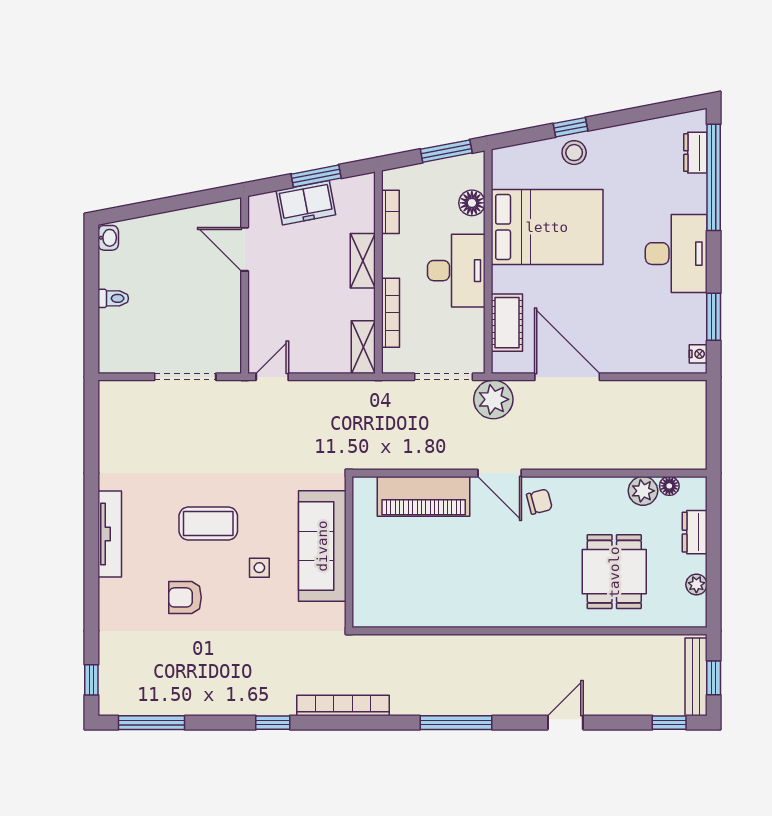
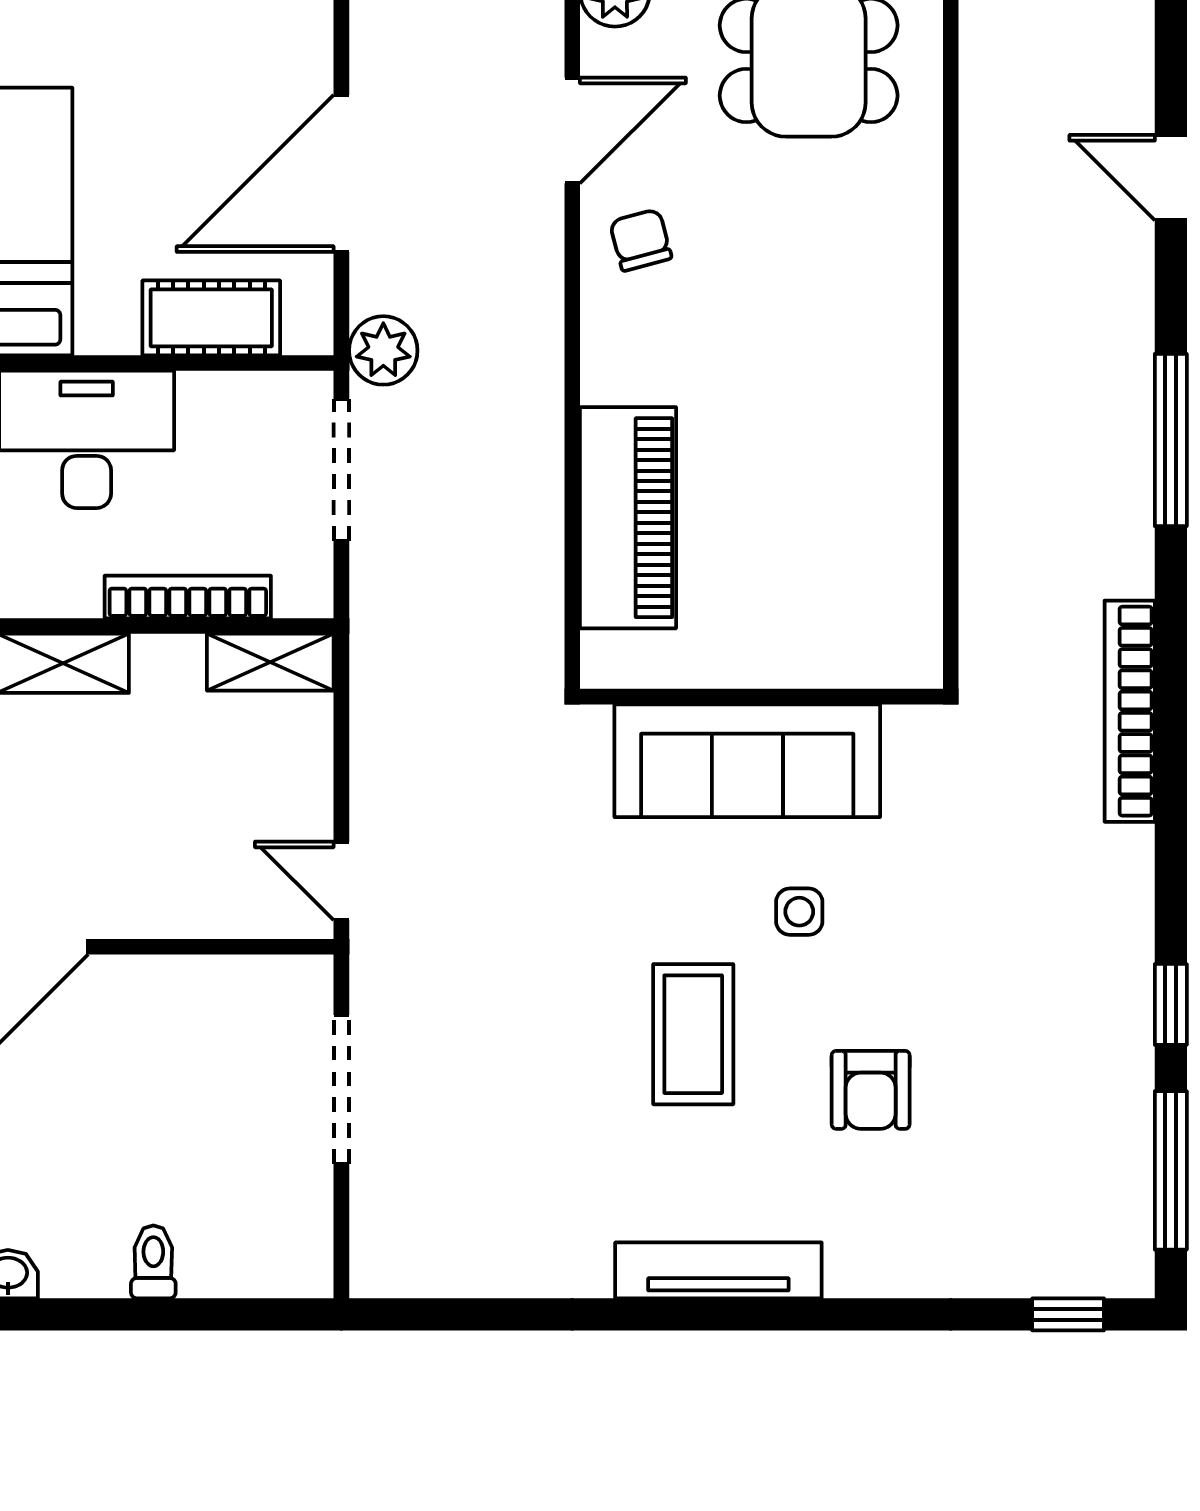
plant: (493, 399) -> (383, 350), width x0.73, depth x0.73
door: (500, 473) -> (572, 131), moved
window: (273, 723) -> (1171, 1004), moved

